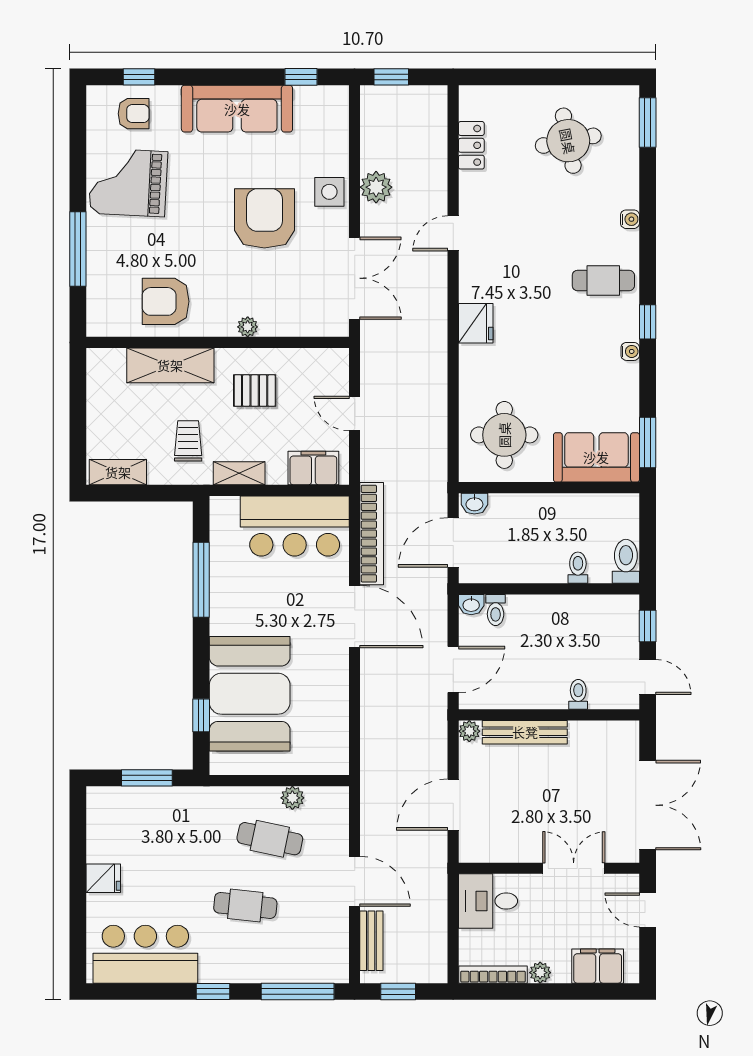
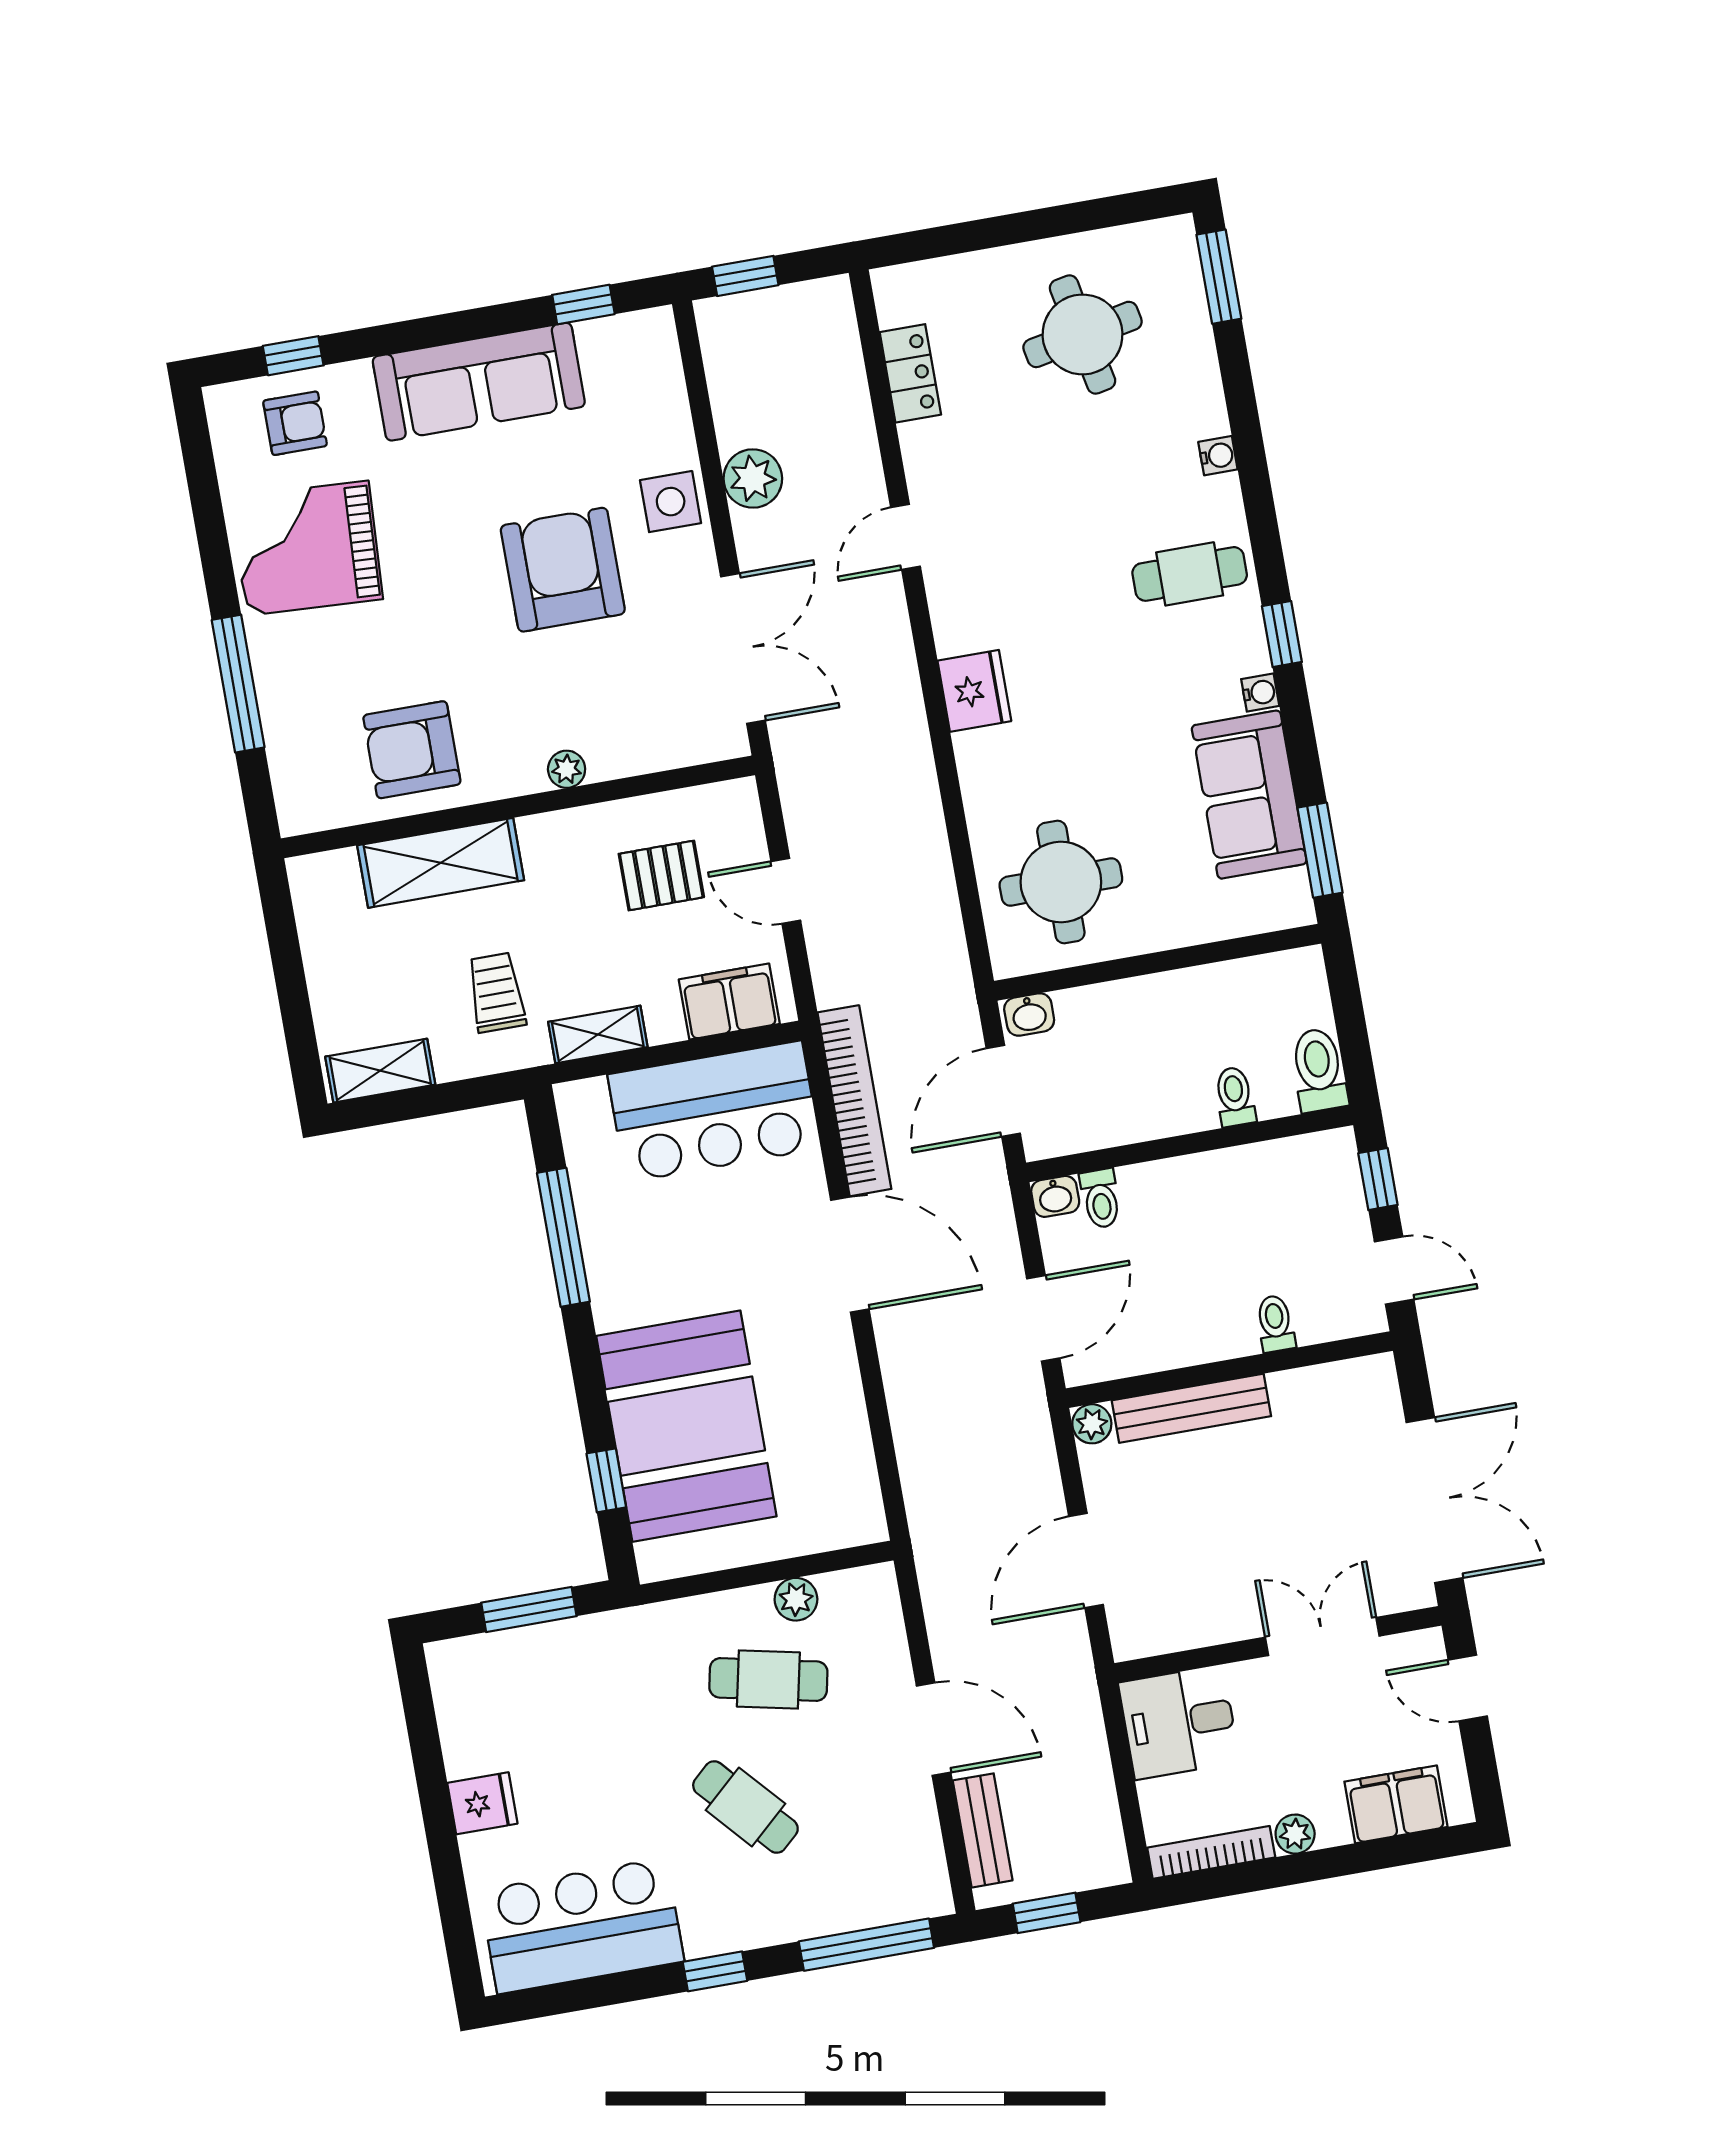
pallet: (255, 391) -> (661, 876), moved
sofa: (596, 457) -> (1249, 795), moved, turned -90
cafe table: (245, 905) -> (745, 1807), turned 42

